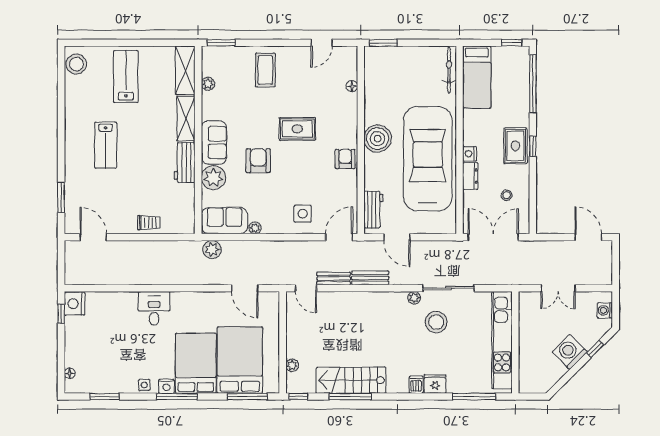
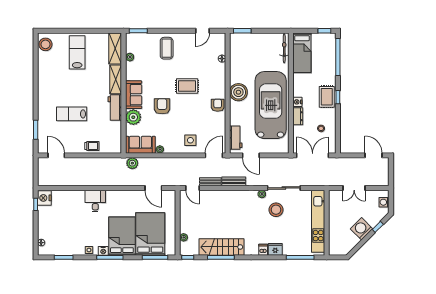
lab bench: (106, 145) -> (72, 114), moved, turned 90

